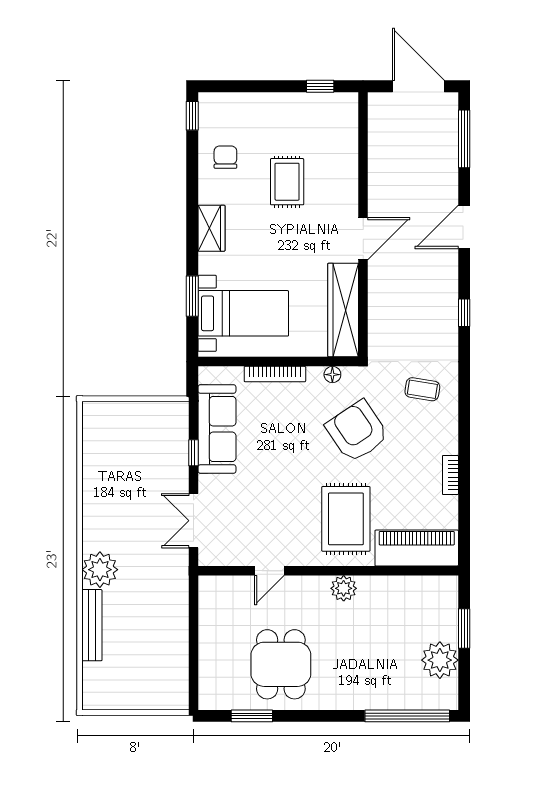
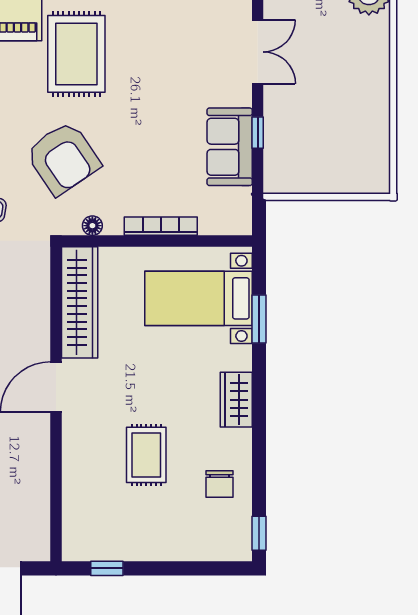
sofa: (217, 429) -> (230, 147), width x0.73

